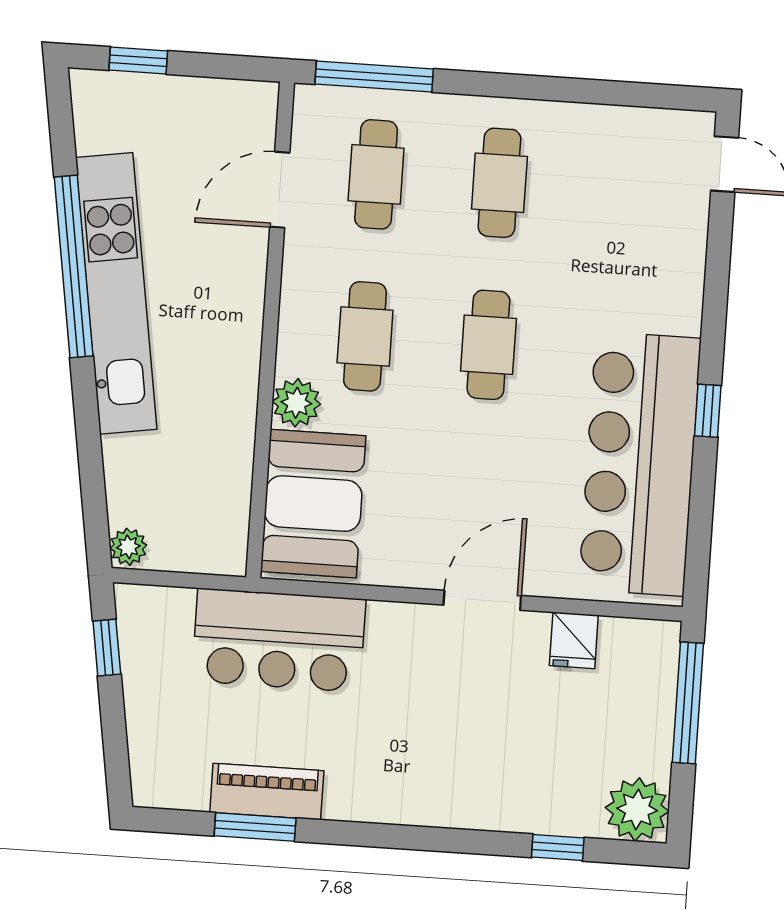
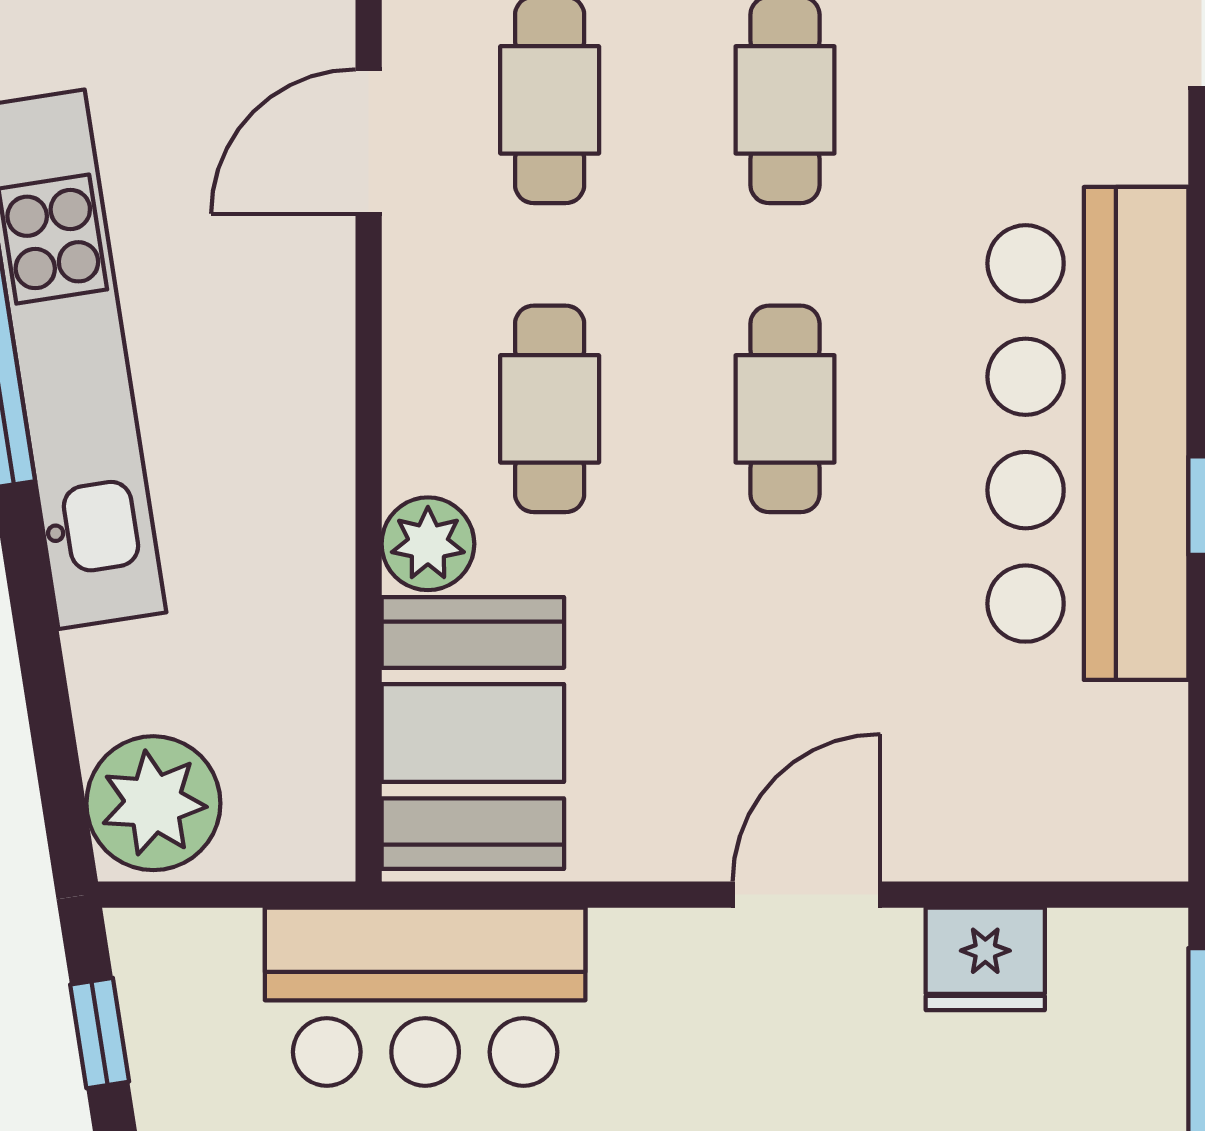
bar counter: (640, 464) -> (1088, 433), moved
plant: (128, 547) -> (153, 803), width x1.87, depth x1.87
fridge: (574, 640) -> (985, 959), width x1.38

